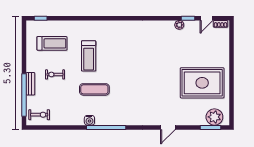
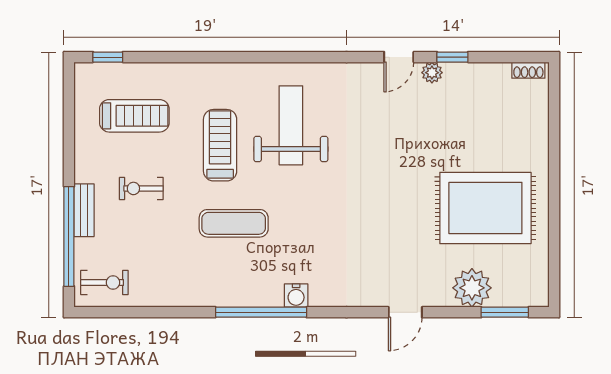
door: (207, 18) -> (399, 57), moved
weight bench: (119, 47) -> (291, 125), added
treadmill: (89, 56) -> (220, 145), turned 180
plant: (214, 117) -> (472, 288), moved
water cooler: (89, 120) -> (296, 296), moved

